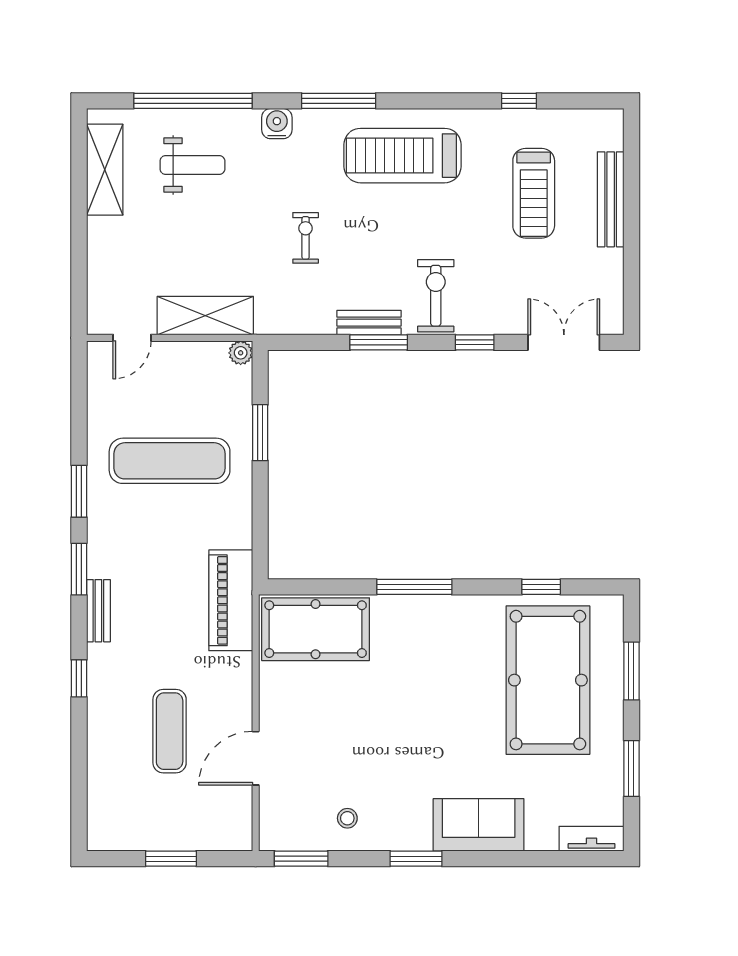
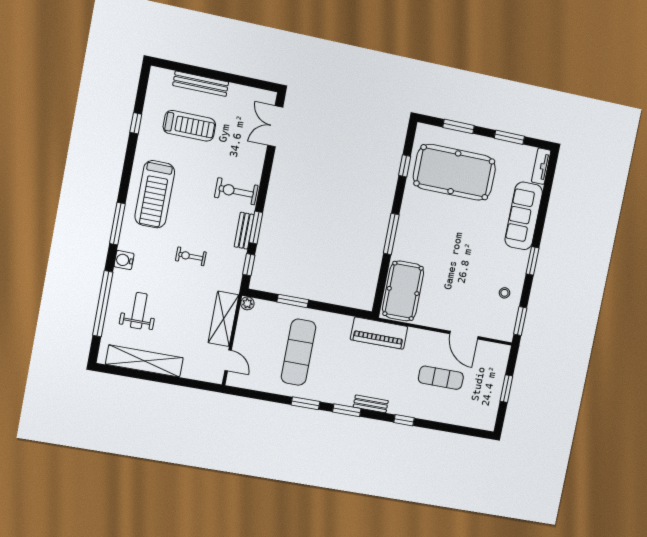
shelving: (105, 170) -> (144, 361), width x1.47
window: (475, 342) -> (249, 265), moved
sofa: (479, 825) -> (524, 216), width x1.36

